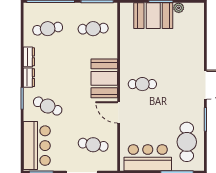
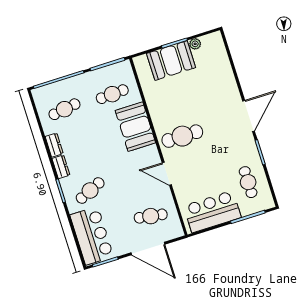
booth: (104, 78) -> (135, 127), moved
cafe table: (142, 84) -> (182, 136), width x1.37, depth x1.35
cafe table: (48, 106) -> (90, 191), turned -48
cafe table: (187, 142) -> (248, 182), width x0.73, depth x0.74

